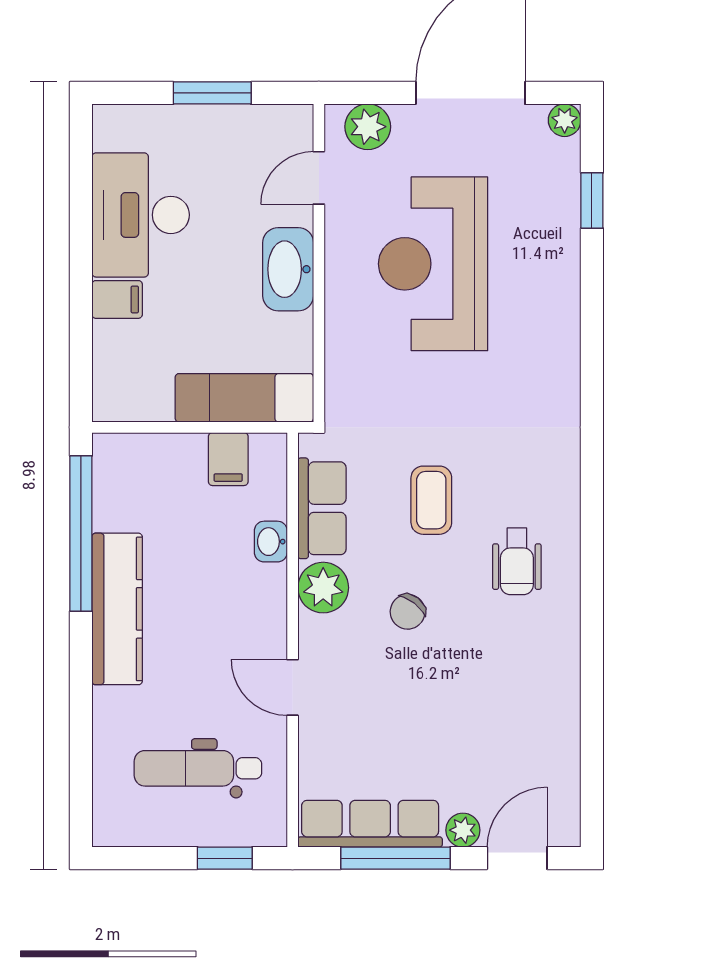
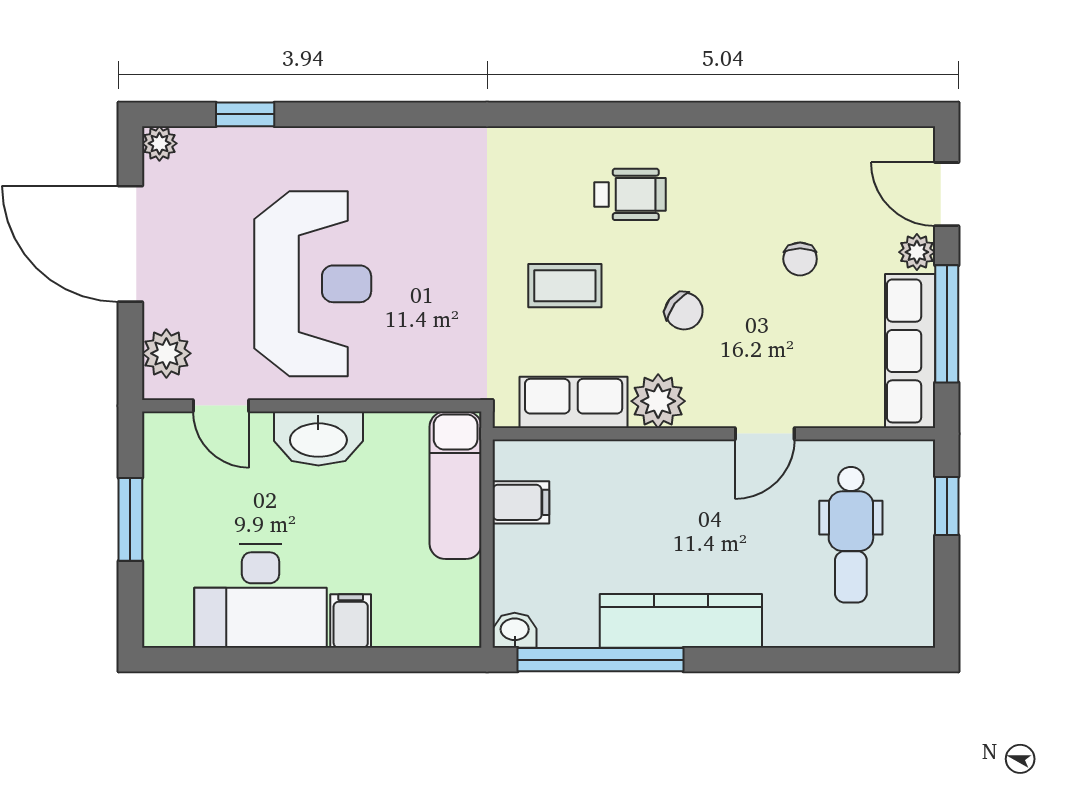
reception desk: (433, 264) -> (313, 284), turned -90
washbasin: (271, 542) -> (515, 630), moved, turned 180
chair: (456, 721) -> (800, 259), added

